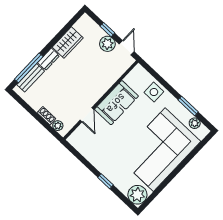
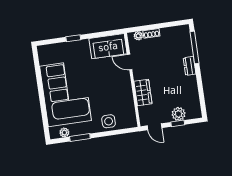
wardrobe: (68, 42) -> (143, 93), moved, turned 180
plant: (107, 44) -> (179, 114), moved
bench: (31, 78) -> (186, 43), removed
sofa: (116, 103) -> (108, 46), moved, turned -90
plant: (137, 195) -> (46, 53), removed

